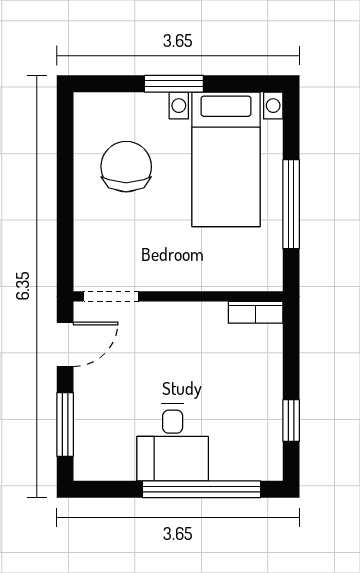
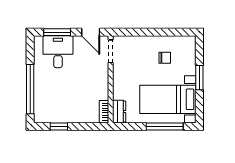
chair: (126, 167) -> (165, 58), width x0.54, depth x0.54
window: (291, 204) -> (165, 127), moved
dresser: (255, 276) -> (119, 112), added
desk: (173, 442) -> (58, 52), moved, turned 90

